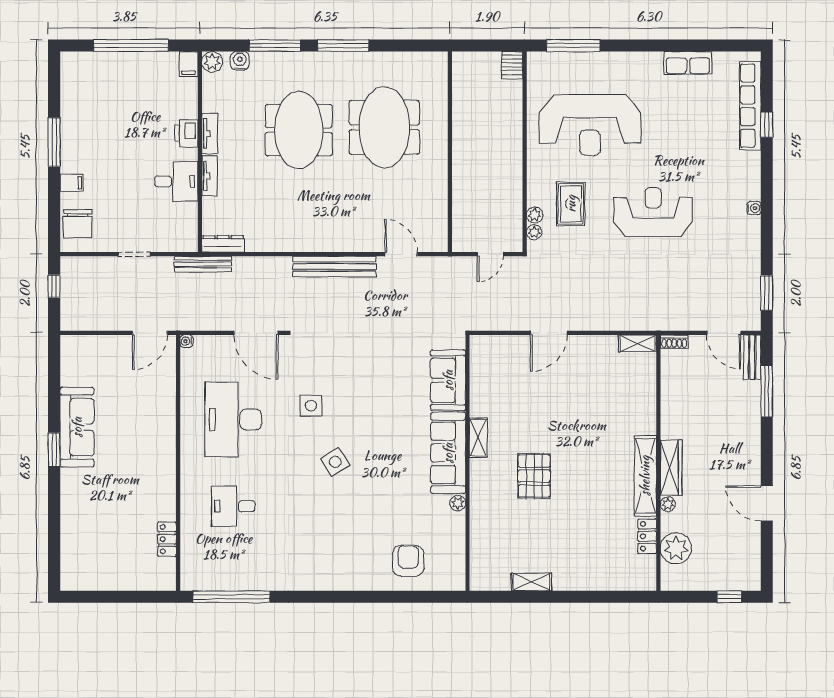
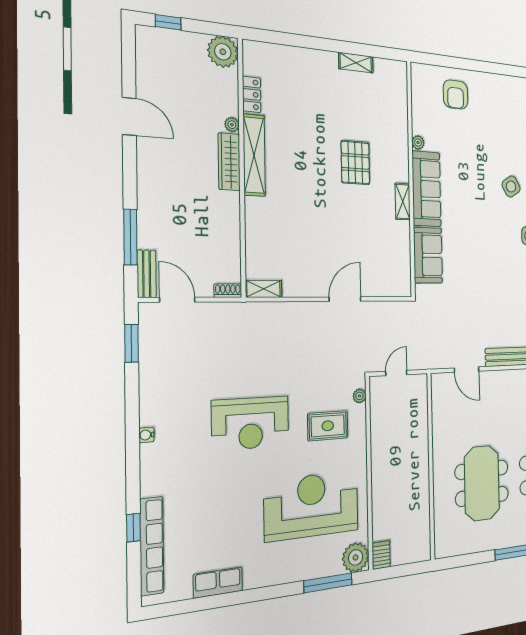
rug: (571, 204) -> (328, 426), turned 90
plant: (535, 215) -> (356, 557), moved, width x1.87, depth x1.87
plant: (676, 548) -> (223, 52), moved

